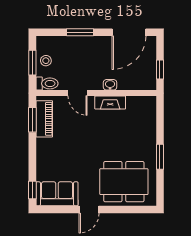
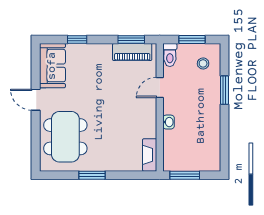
door: (129, 32) -> (224, 142), removed
stool: (46, 61) -> (203, 63), moved
window: (160, 69) -> (185, 175), width x1.50
fireplace: (110, 103) -> (150, 155), moved
window: (32, 190) -> (77, 39), moved

